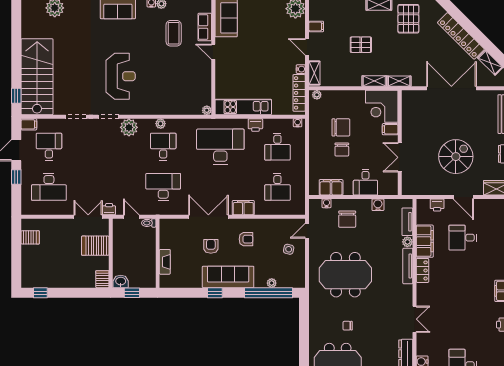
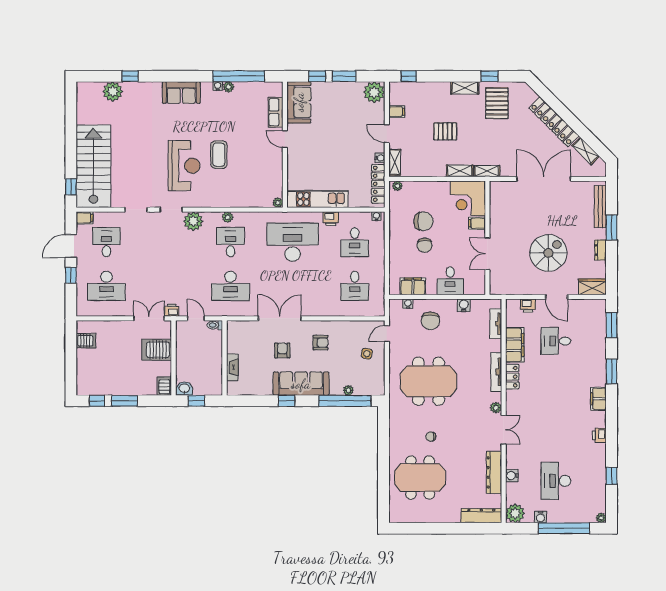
coffee table: (174, 33) -> (219, 155), moved
desk: (163, 187) -> (231, 286), turned 180
filing cabinet: (243, 208) -> (317, 308), removed
plant: (407, 242) -> (496, 408), moved
window: (66, 293) -> (125, 401), added

